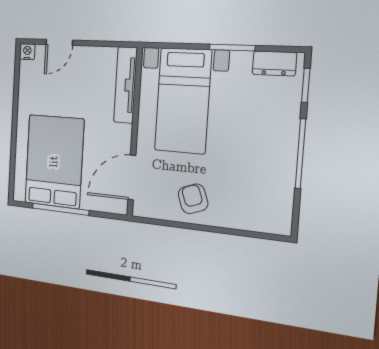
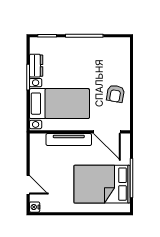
dresser: (274, 63) -> (36, 66), moved
tv unit: (126, 85) -> (69, 139), moved
armchair: (193, 199) -> (115, 94), turned -60

